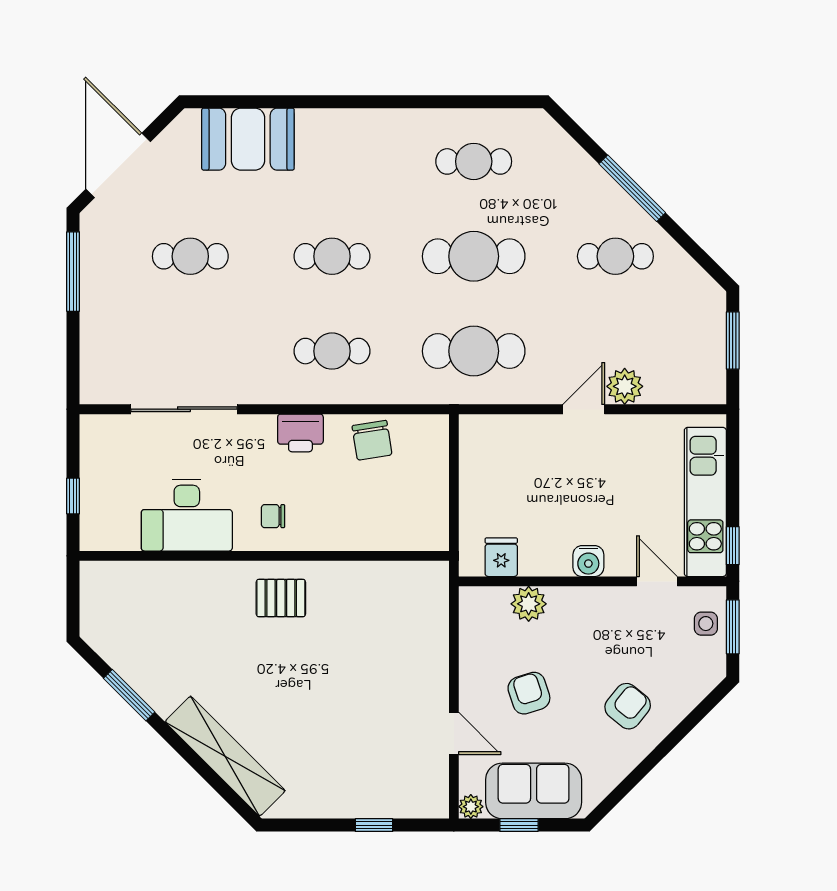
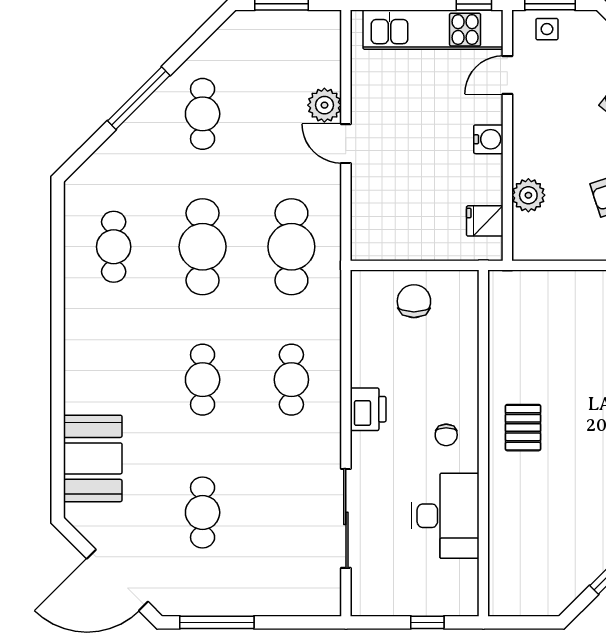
chair: (372, 440) -> (414, 301), moved, turned -81

